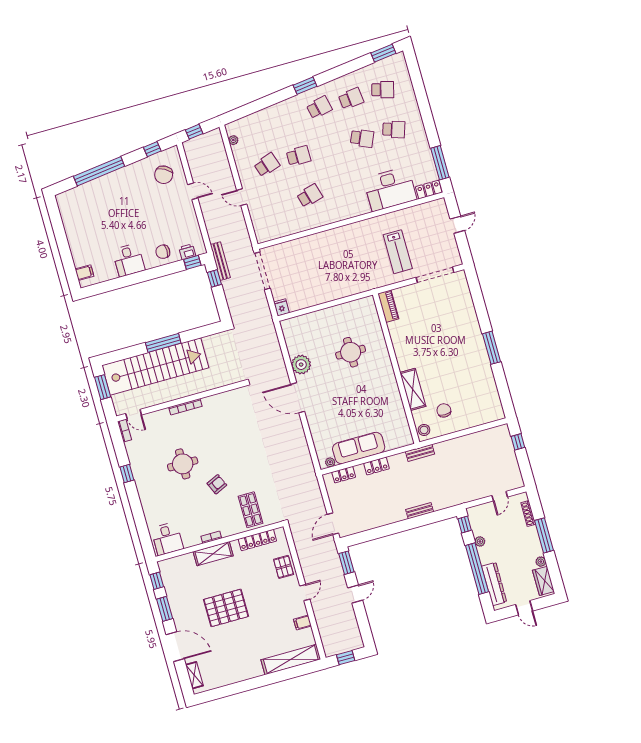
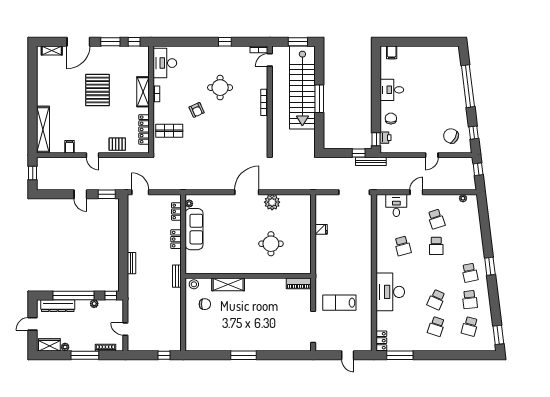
desk: (390, 189) -> (390, 292), moved
desk: (264, 216) -> (396, 205), added
fridge: (282, 307) -> (321, 229), moved
desk: (167, 539) -> (165, 63), width x1.37

